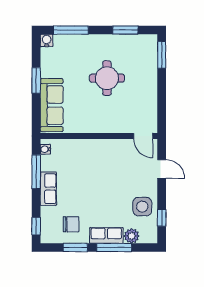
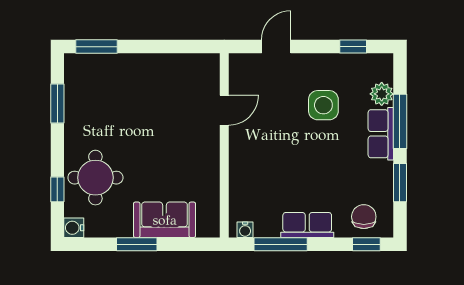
window: (71, 30) -> (57, 189), width x0.46
round table: (107, 78) -> (95, 178), moved
sofa: (52, 105) -> (165, 220), width x0.73
door: (143, 136) -> (224, 110), moved
side table: (142, 207) -> (323, 105), moved
chair: (71, 224) -> (364, 217), moved

